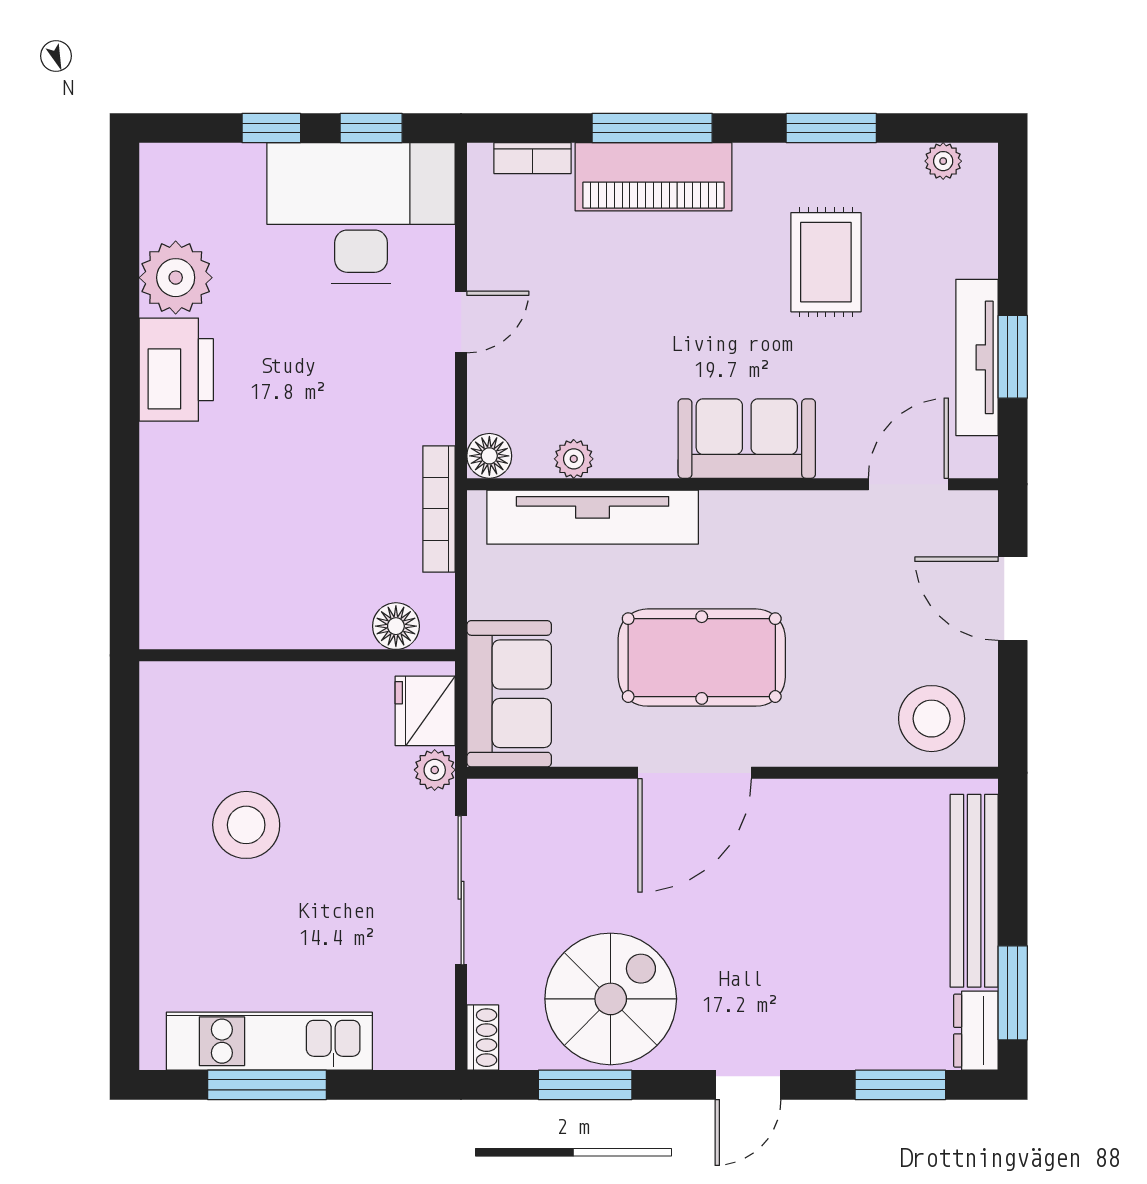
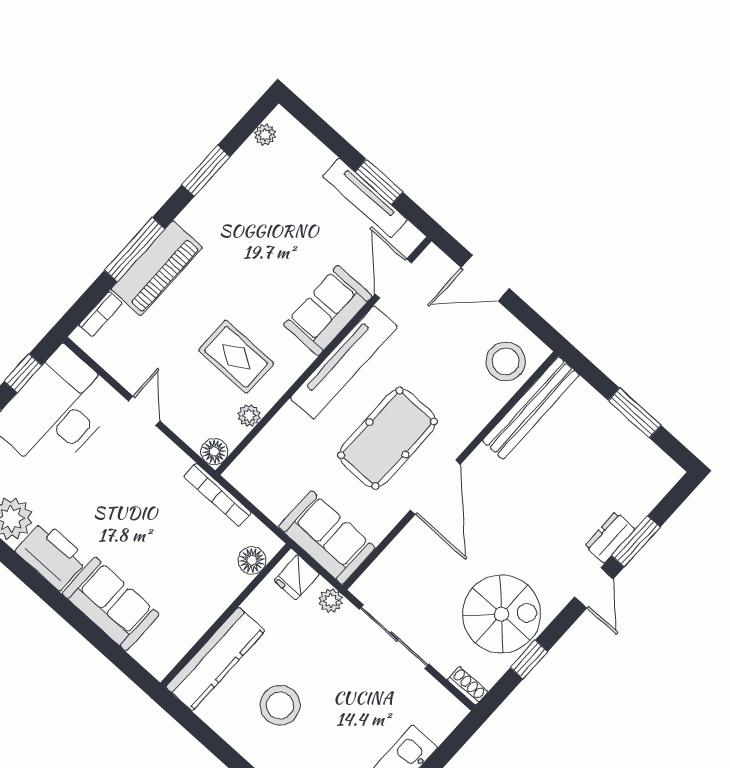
rug: (826, 262) -> (236, 357), moved
sofa: (747, 439) -> (328, 311), moved
sofa: (182, 498) -> (111, 604), added
tv unit: (593, 517) -> (344, 362), moved
kitchen counter: (231, 692) -> (215, 659), added
fridge: (425, 711) -> (297, 577), width x0.72
bench: (974, 891) -> (531, 408), moved, turned 90
window: (1013, 993) -> (635, 413), moved
spiral stairs: (611, 999) -> (501, 614), turned 90
dresser: (976, 1031) -> (610, 537), moved, turned 90
window: (585, 1085) -> (529, 659), width x0.67
window: (900, 1085) -> (636, 541), moved

